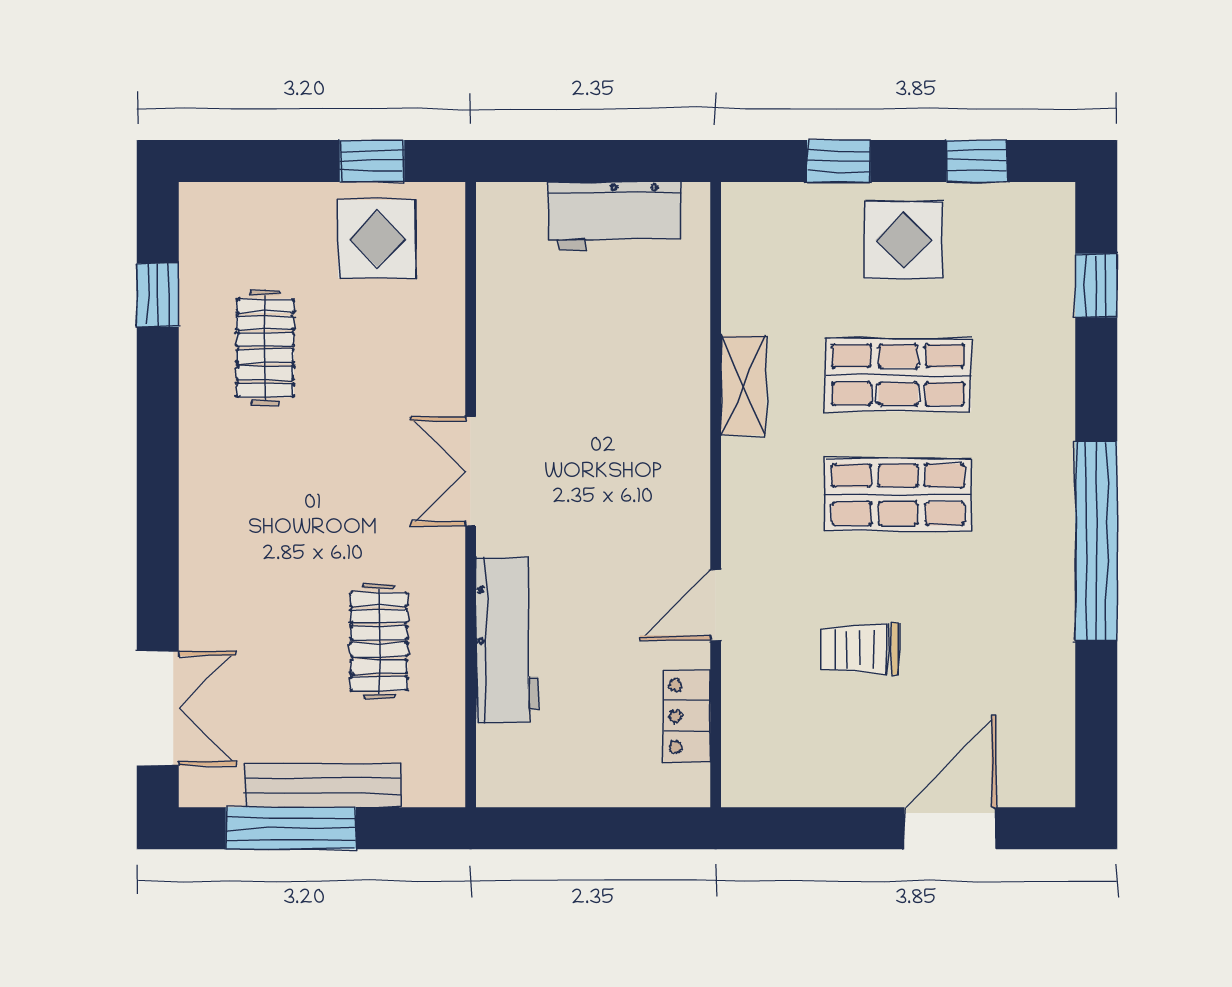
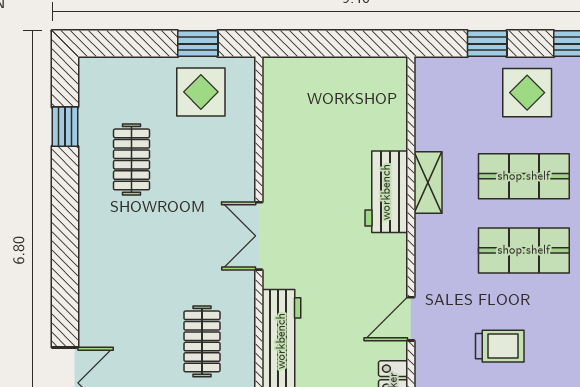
workbench: (615, 216) -> (386, 192), moved, turned 90
trolley: (859, 649) -> (500, 346), turned 180

